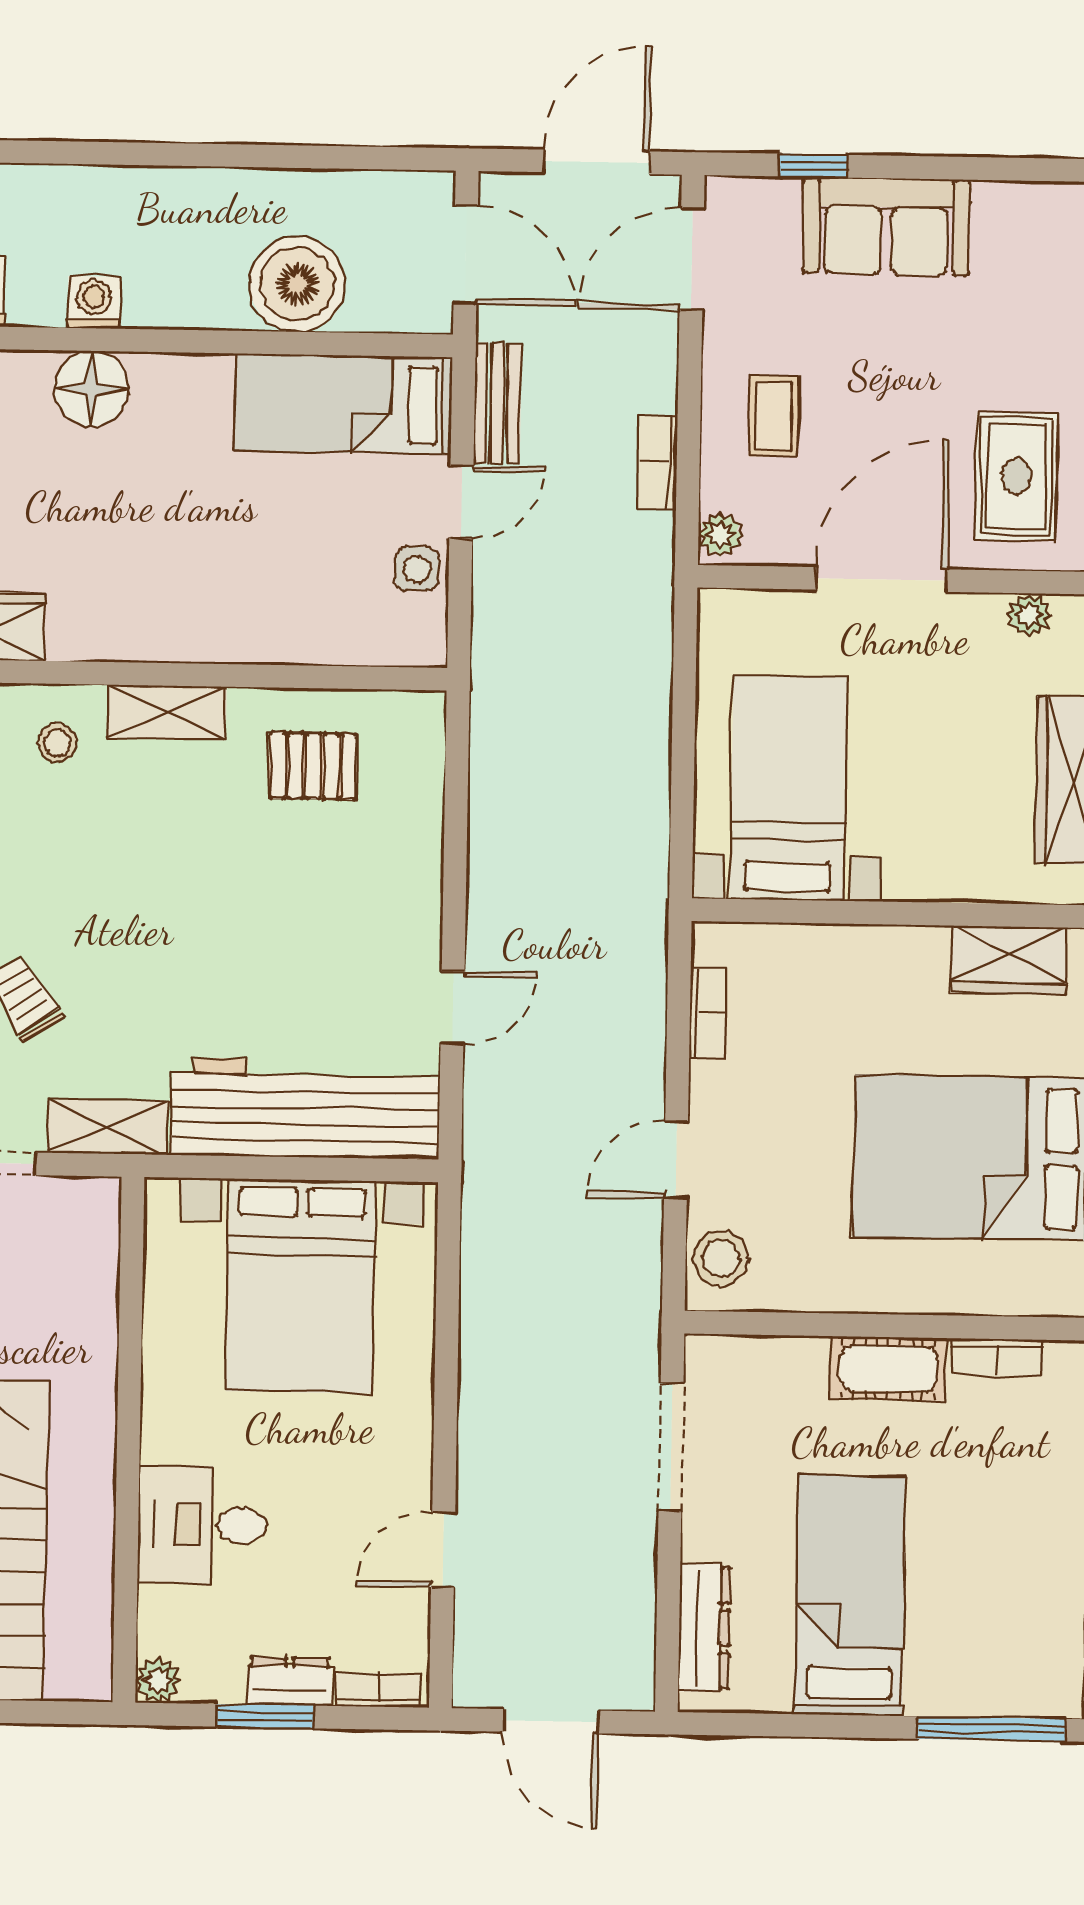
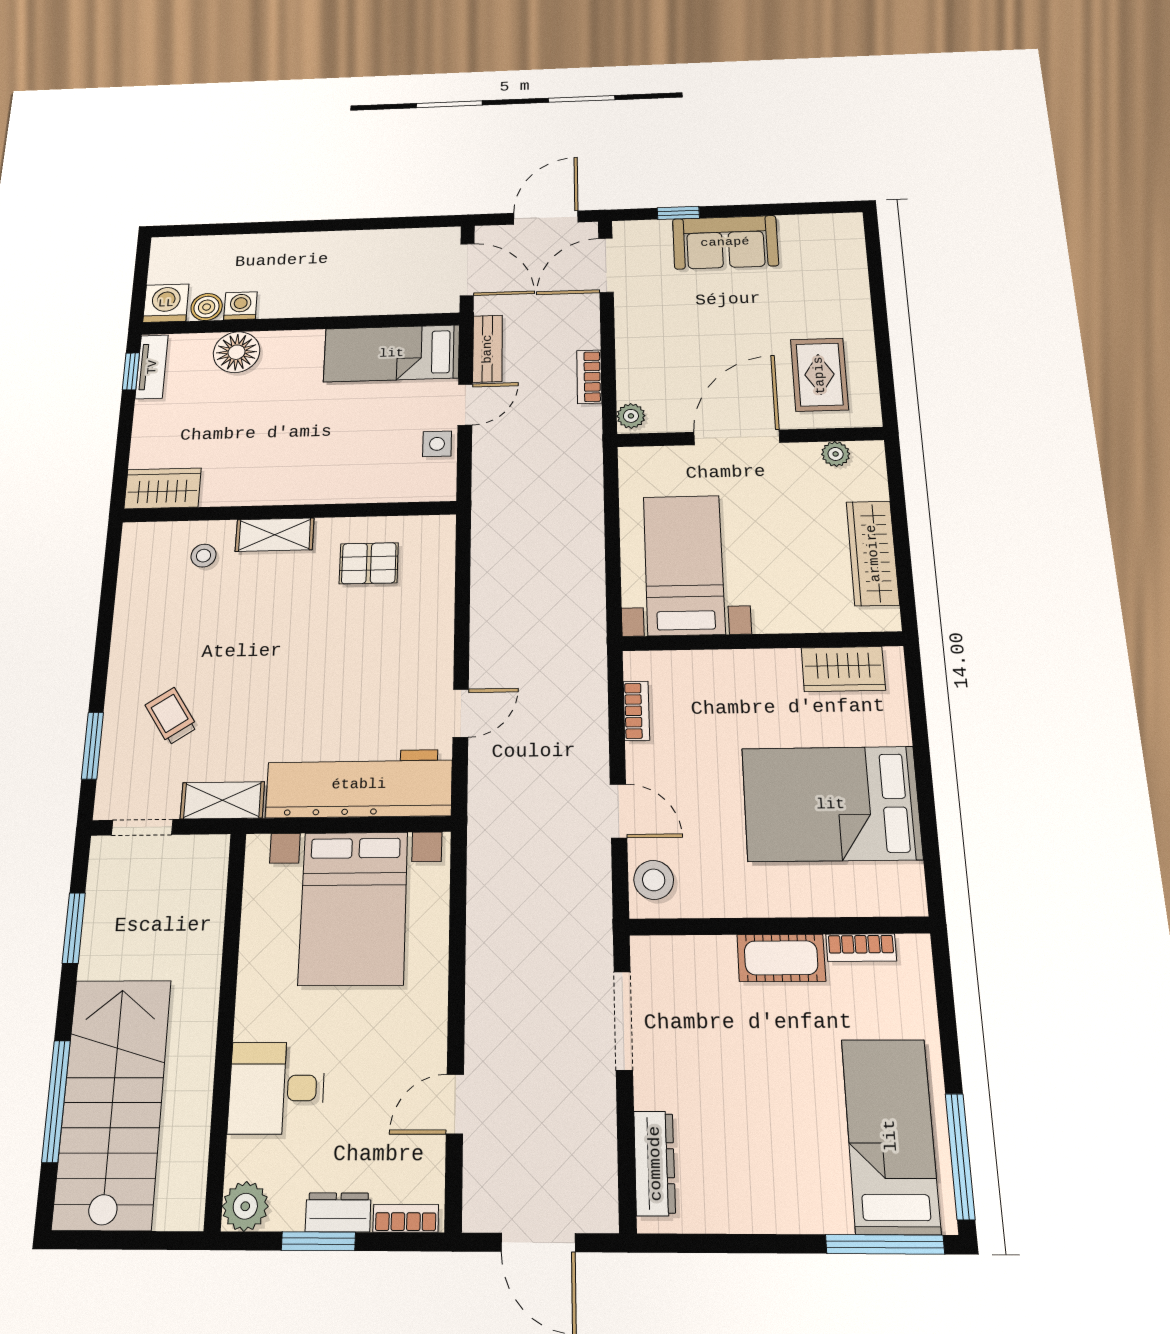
boiler: (297, 284) -> (207, 307), moved, width x0.54, depth x0.54
coffee table: (774, 416) -> (662, 348), removed
door: (676, 1159) -> (618, 811), swing flipped
bed: (850, 1595) -> (890, 1135), moved
plant: (158, 1681) -> (245, 1206), width x1.38, depth x1.38

